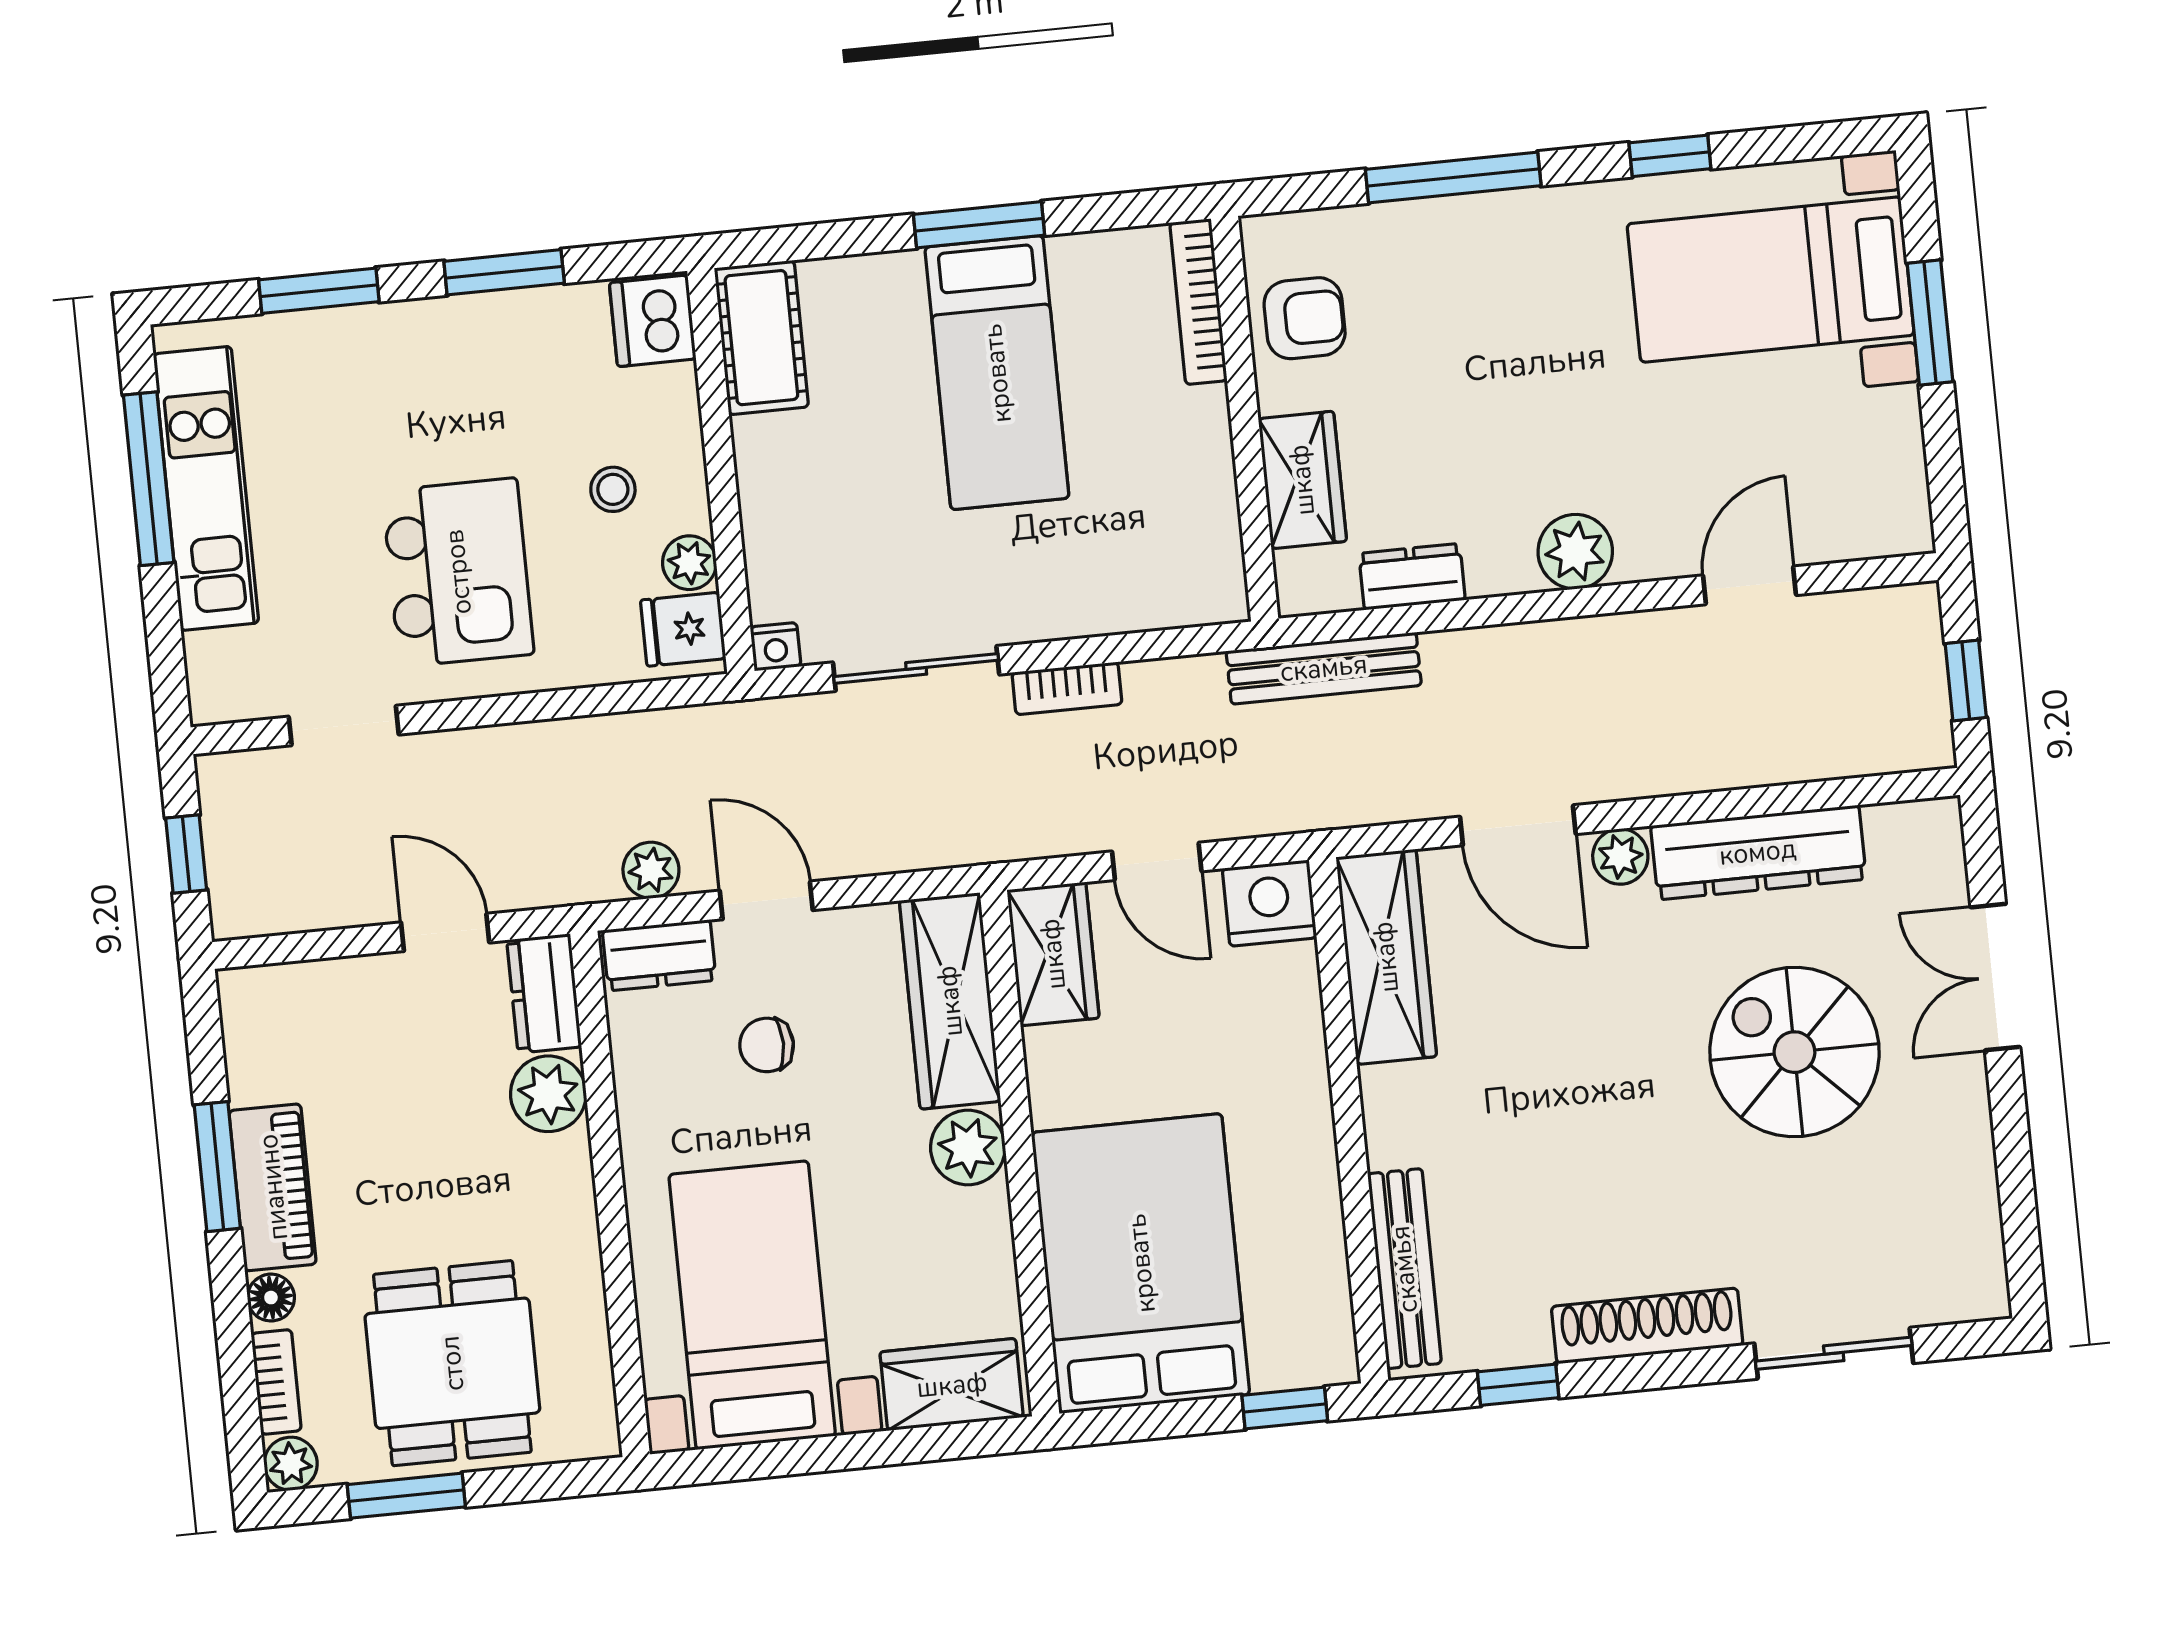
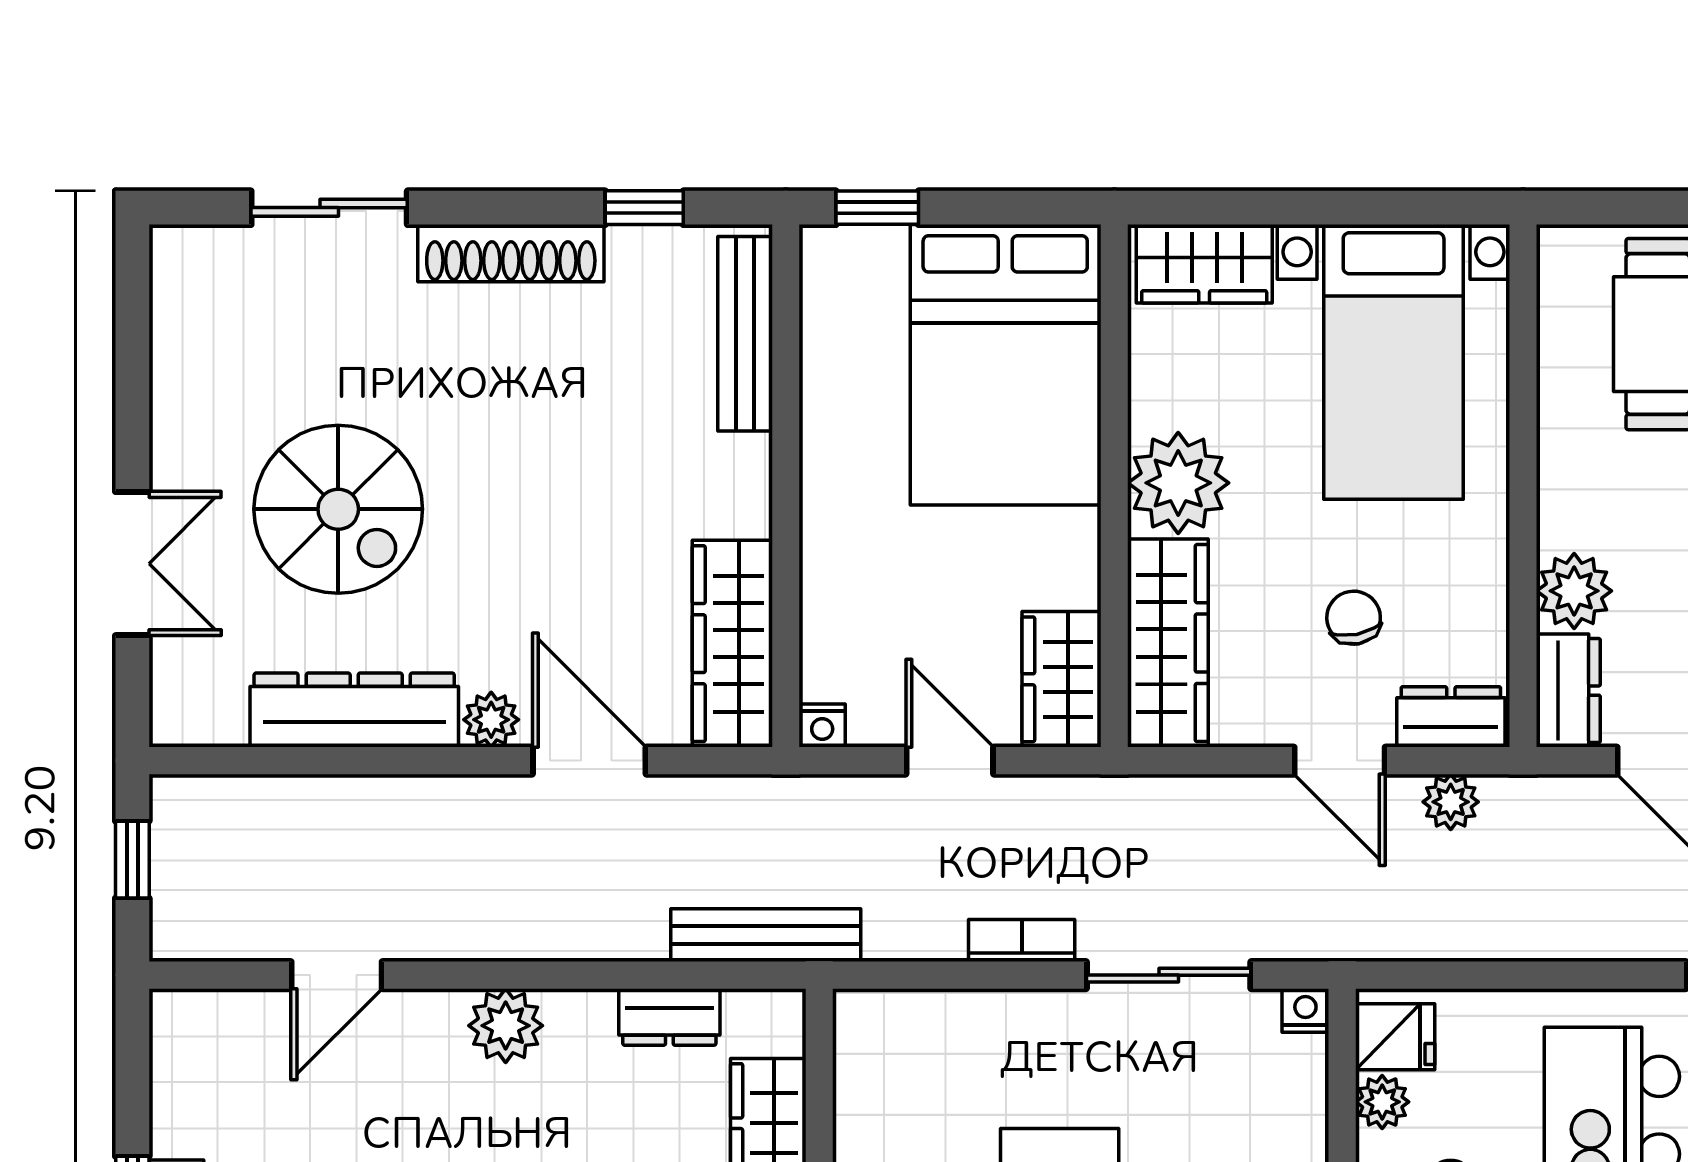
nightstand: (1269, 903) -> (822, 726), width x0.53, depth x0.56
chair: (767, 1045) -> (1354, 618), turned -101
plant: (968, 1148) -> (1178, 483), width x1.36, depth x1.36

